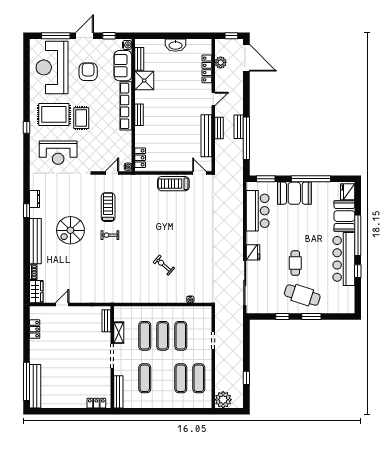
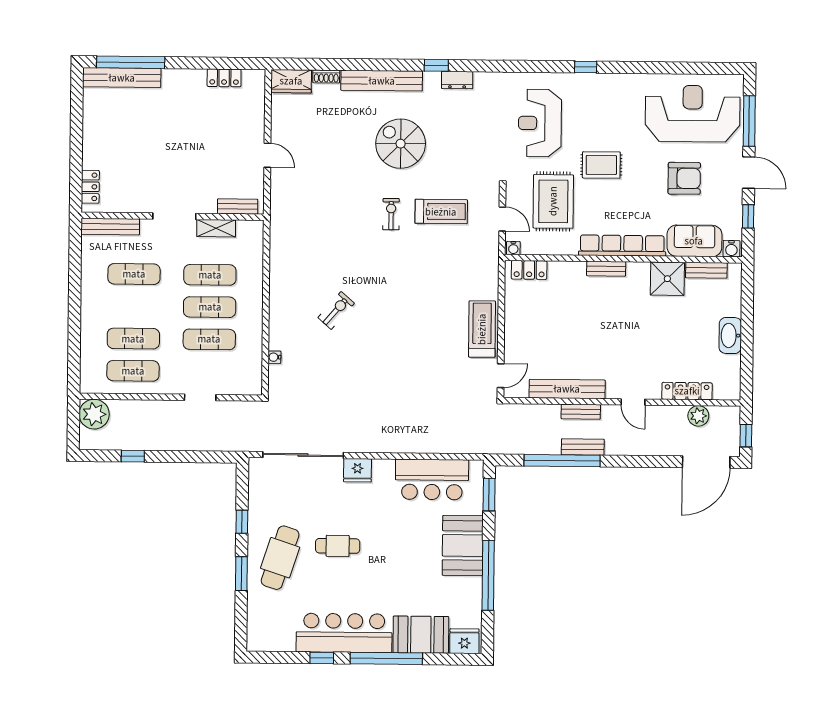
rug: (54, 114) -> (553, 201), moved
door: (62, 304) -> (267, 155), moved

